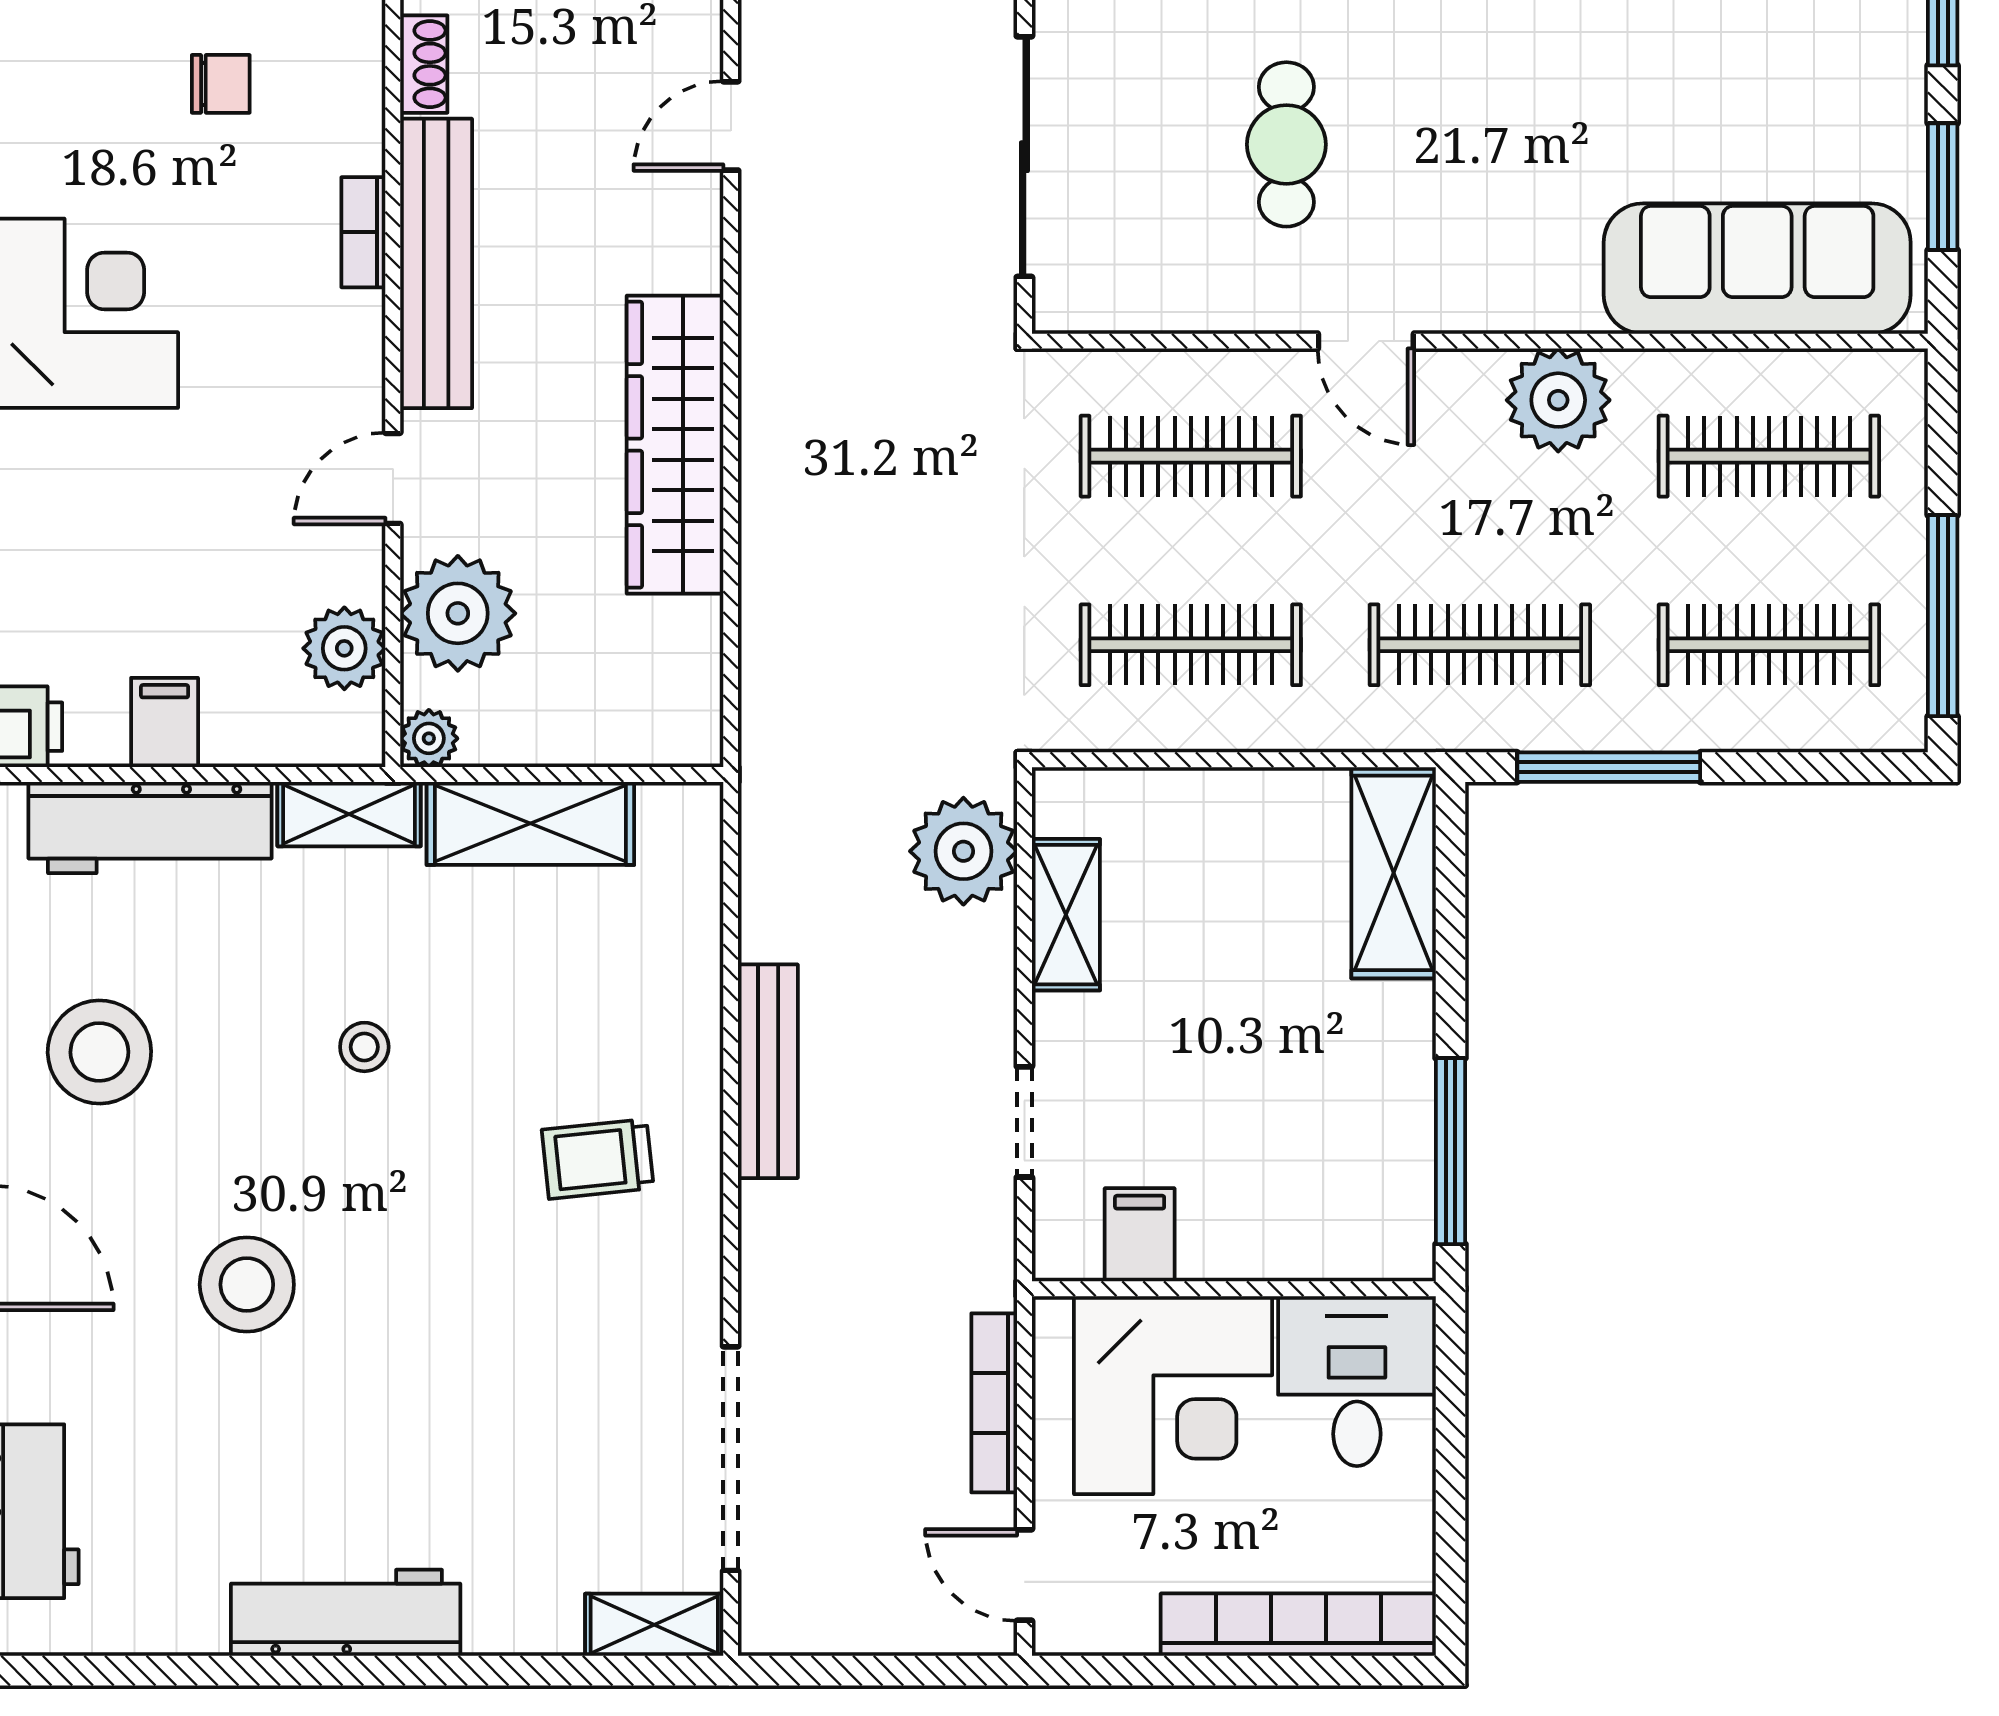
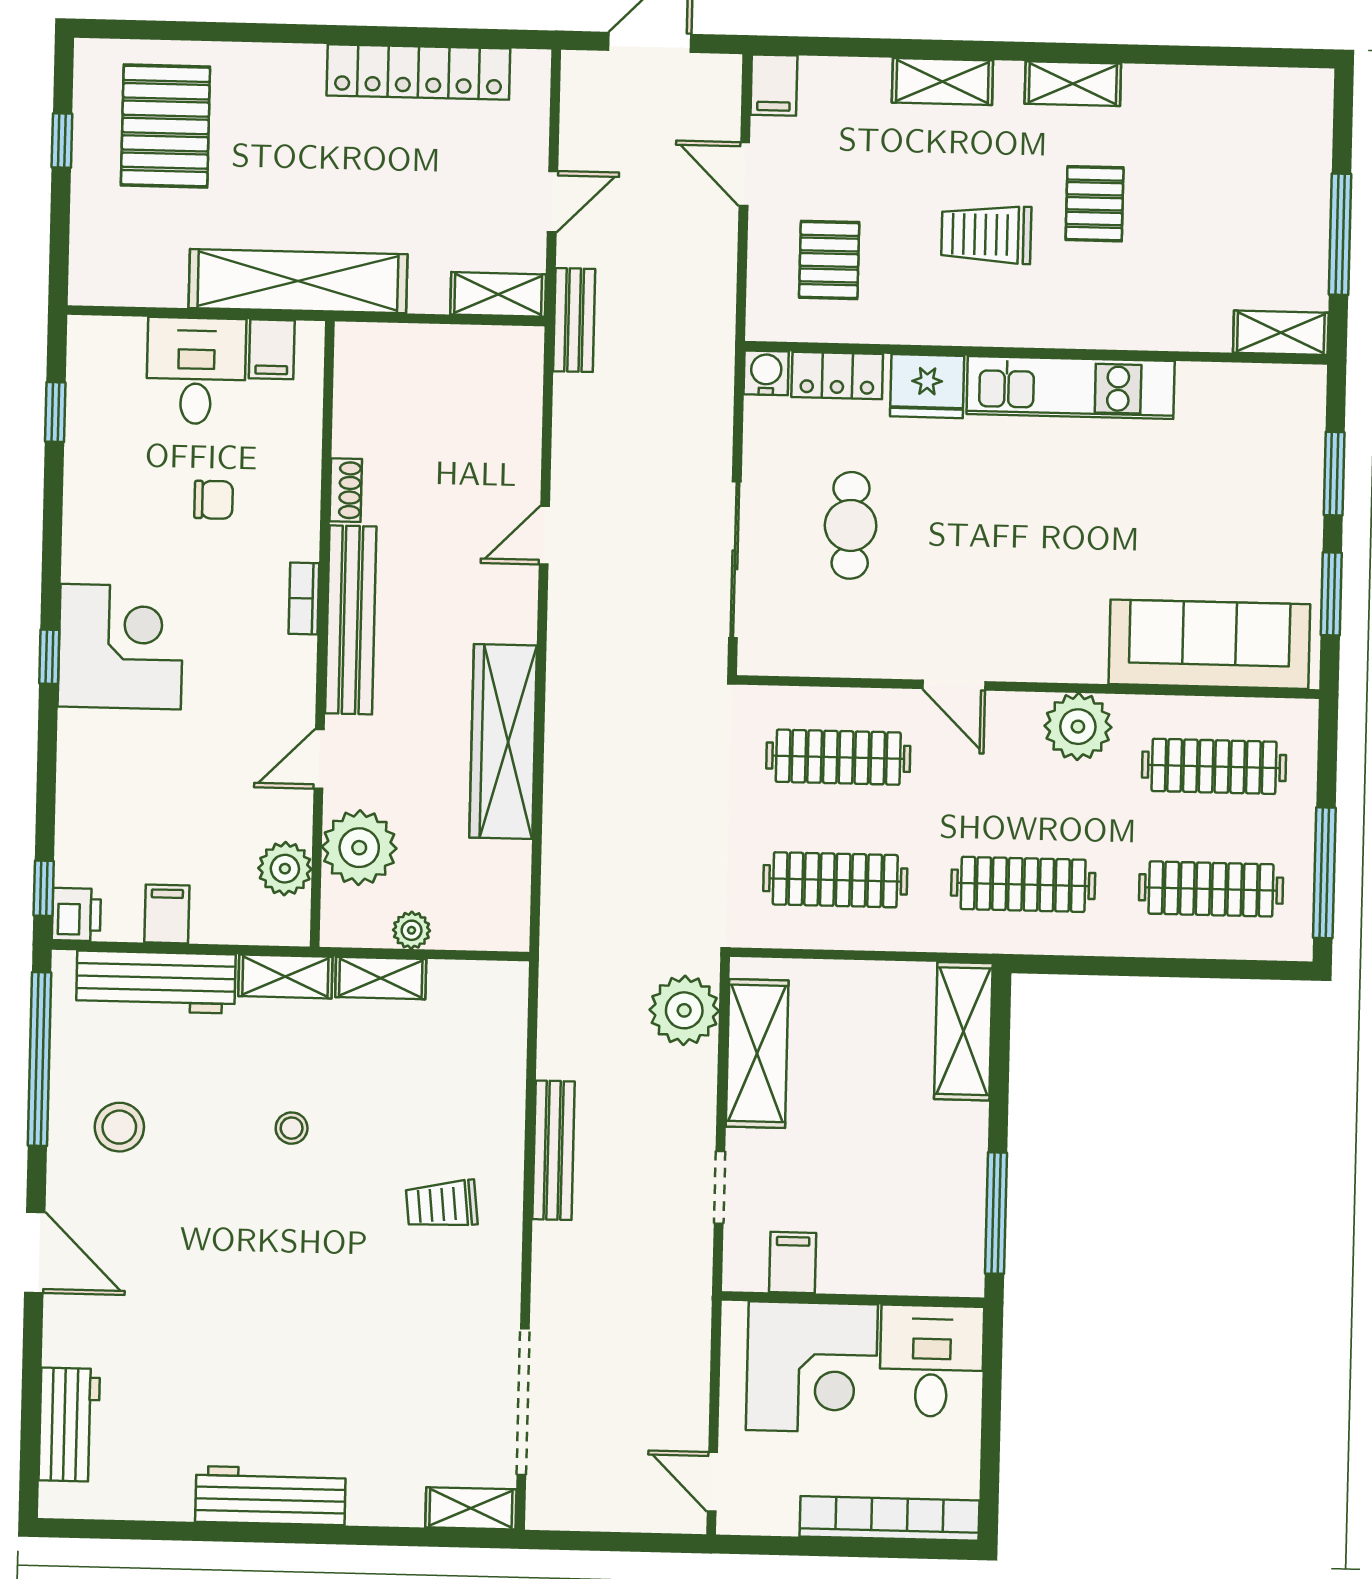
cafe table: (1286, 144) -> (851, 525), moved
plant: (429, 738) -> (412, 930), moved
window: (1609, 767) -> (1105, 966), removed
shelving: (530, 823) -> (381, 978), width x0.67, depth x0.75
shelving: (1066, 915) -> (757, 1053), width x1.50, depth x1.33
stool: (99, 1052) -> (119, 1127), width x0.73, depth x0.73
stool: (247, 1285) -> (211, 1281), removed
bookcase: (994, 1403) -> (695, 1369), removed

